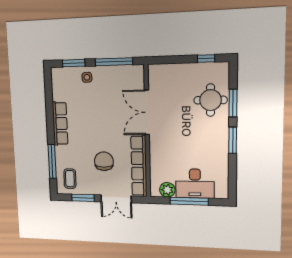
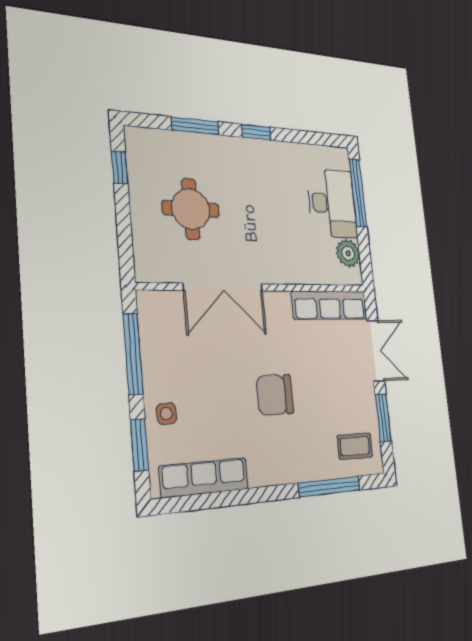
round table: (211, 100) -> (191, 209), moved
row of seats: (60, 124) -> (204, 478), moved
window: (233, 140) -> (256, 132), width x0.67
chair: (104, 161) -> (275, 395), moved
row of seats: (139, 166) -> (330, 305), width x0.73
window: (189, 201) -> (358, 193), moved

